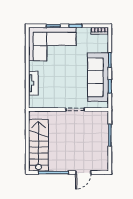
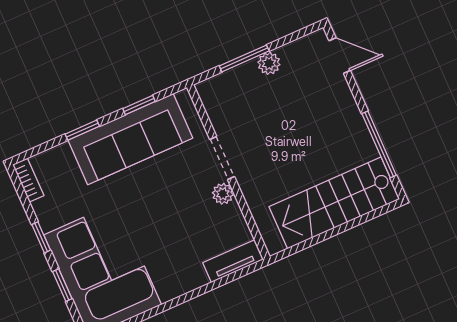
tv unit: (33, 83) -> (233, 261), moved
plant: (61, 104) -> (223, 194), added
plant: (104, 144) -> (269, 63), added
door: (83, 173) -> (340, 56), moved

